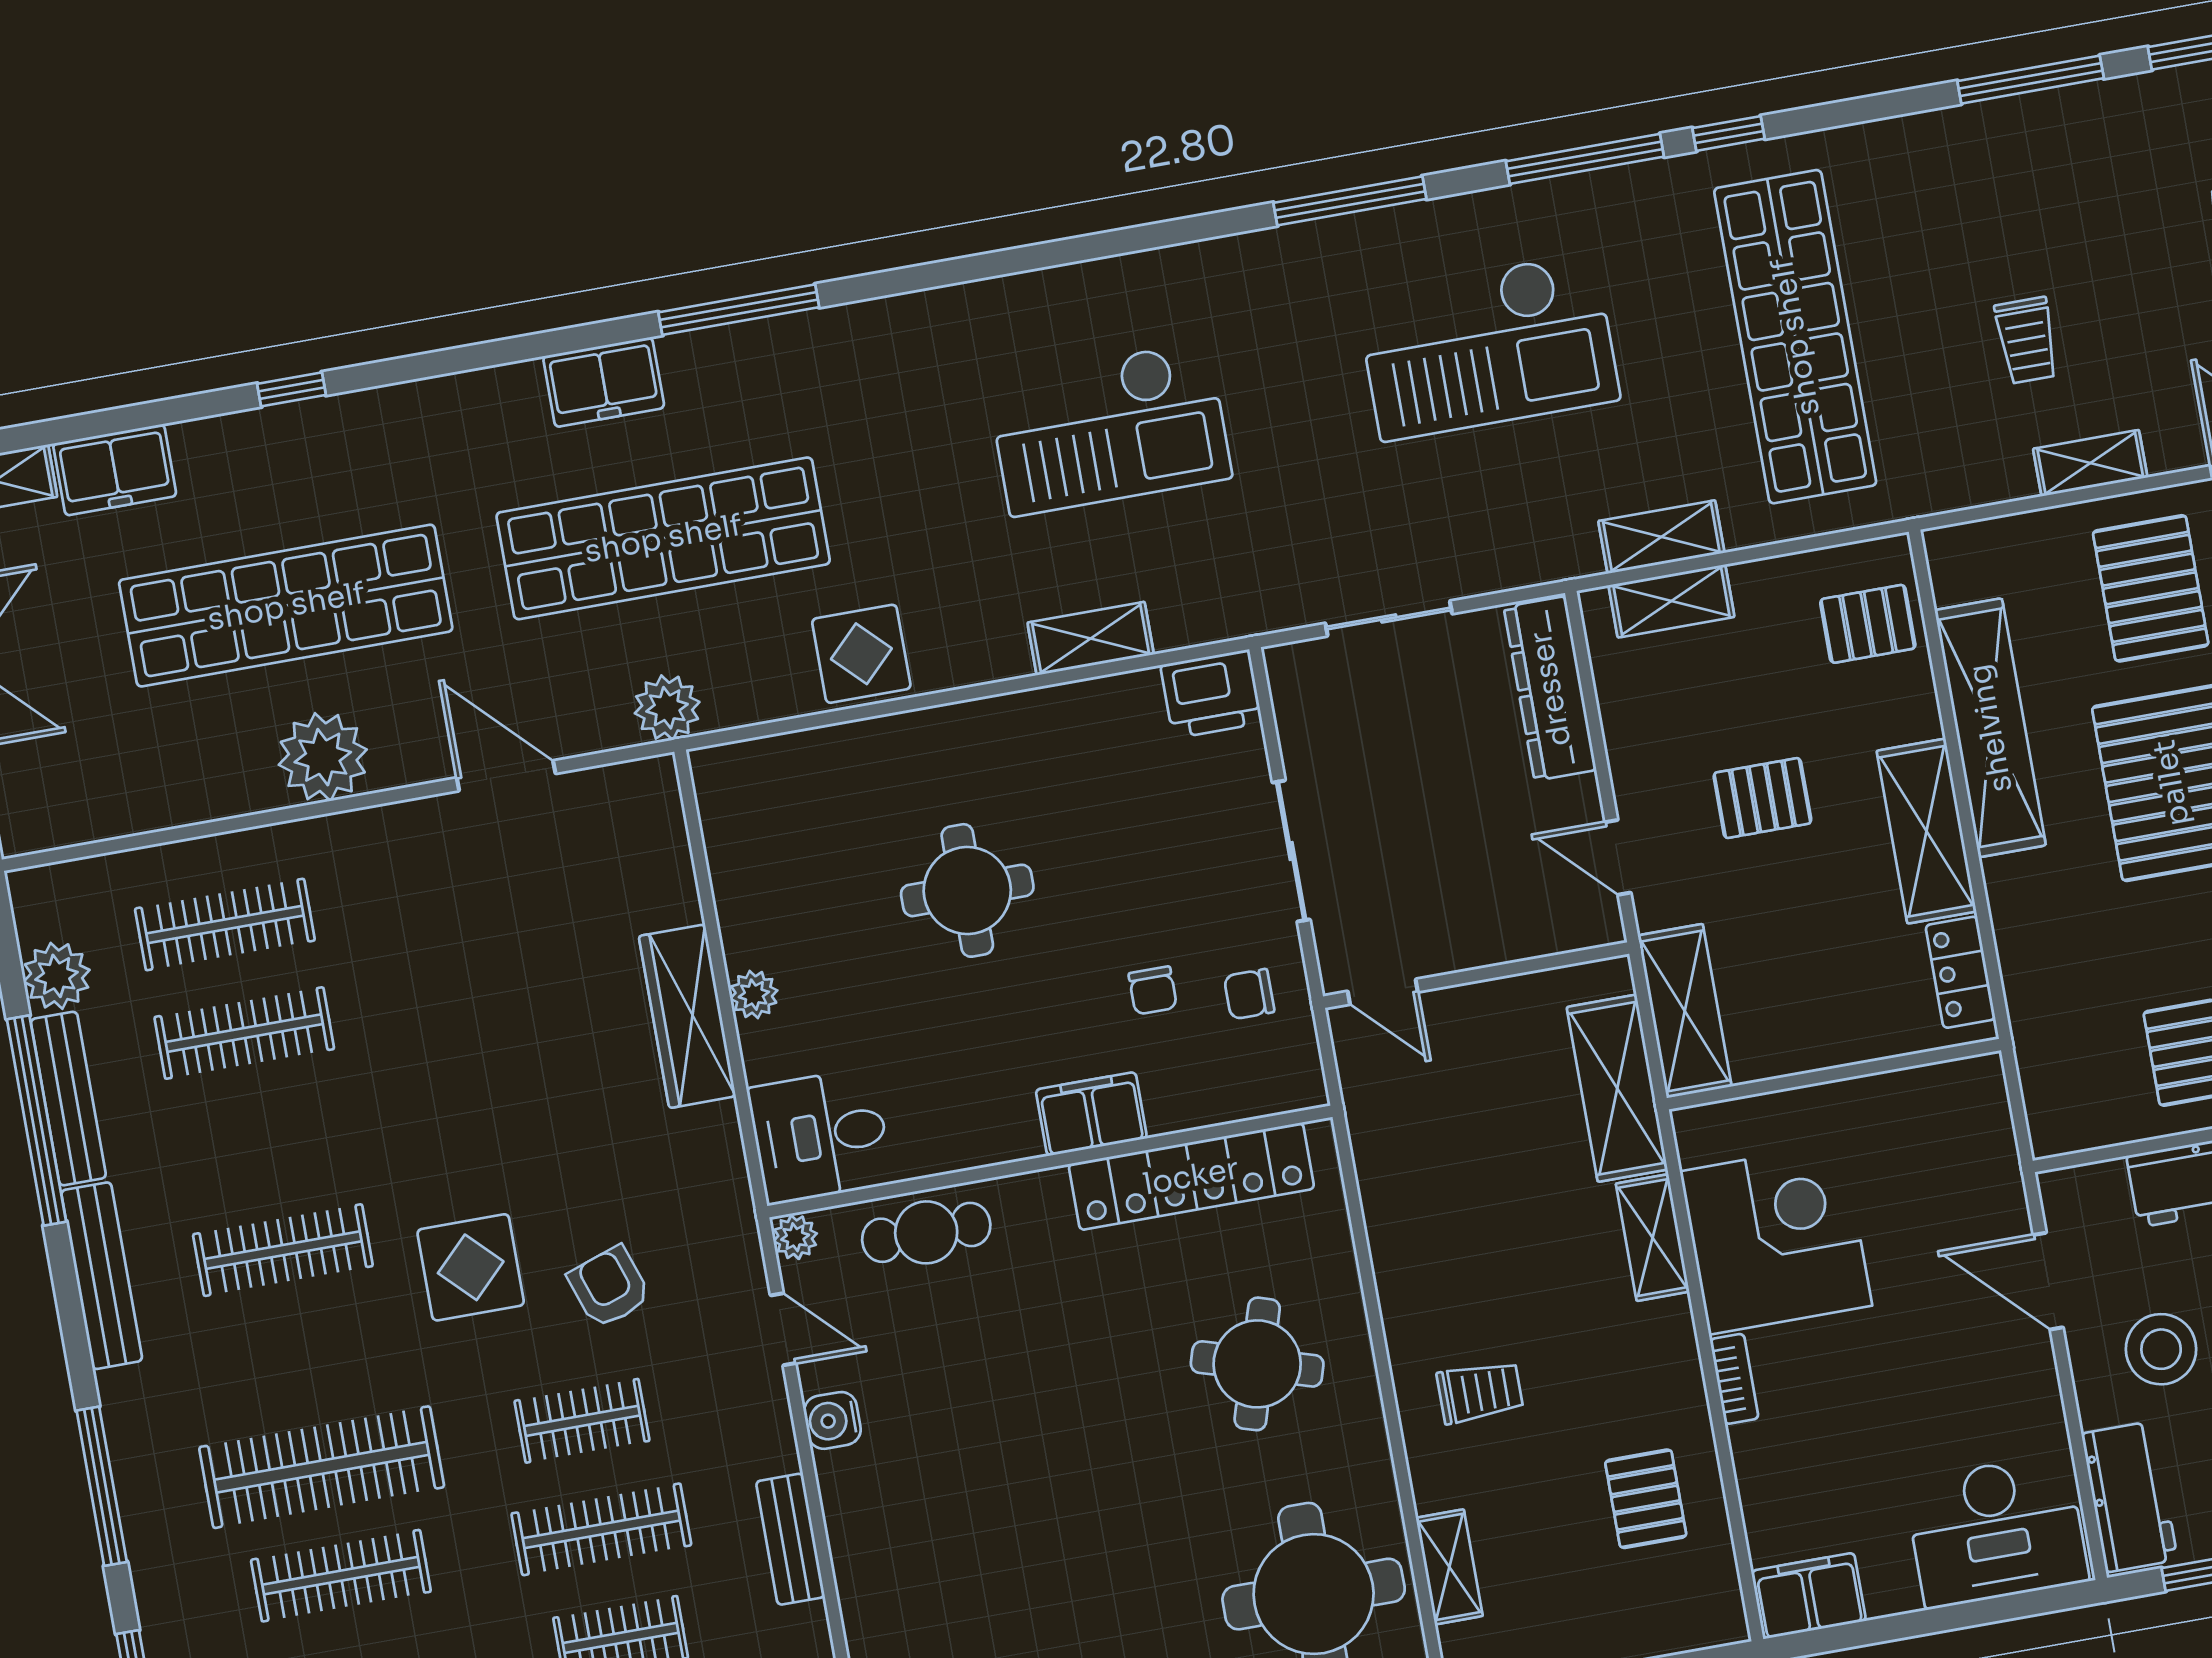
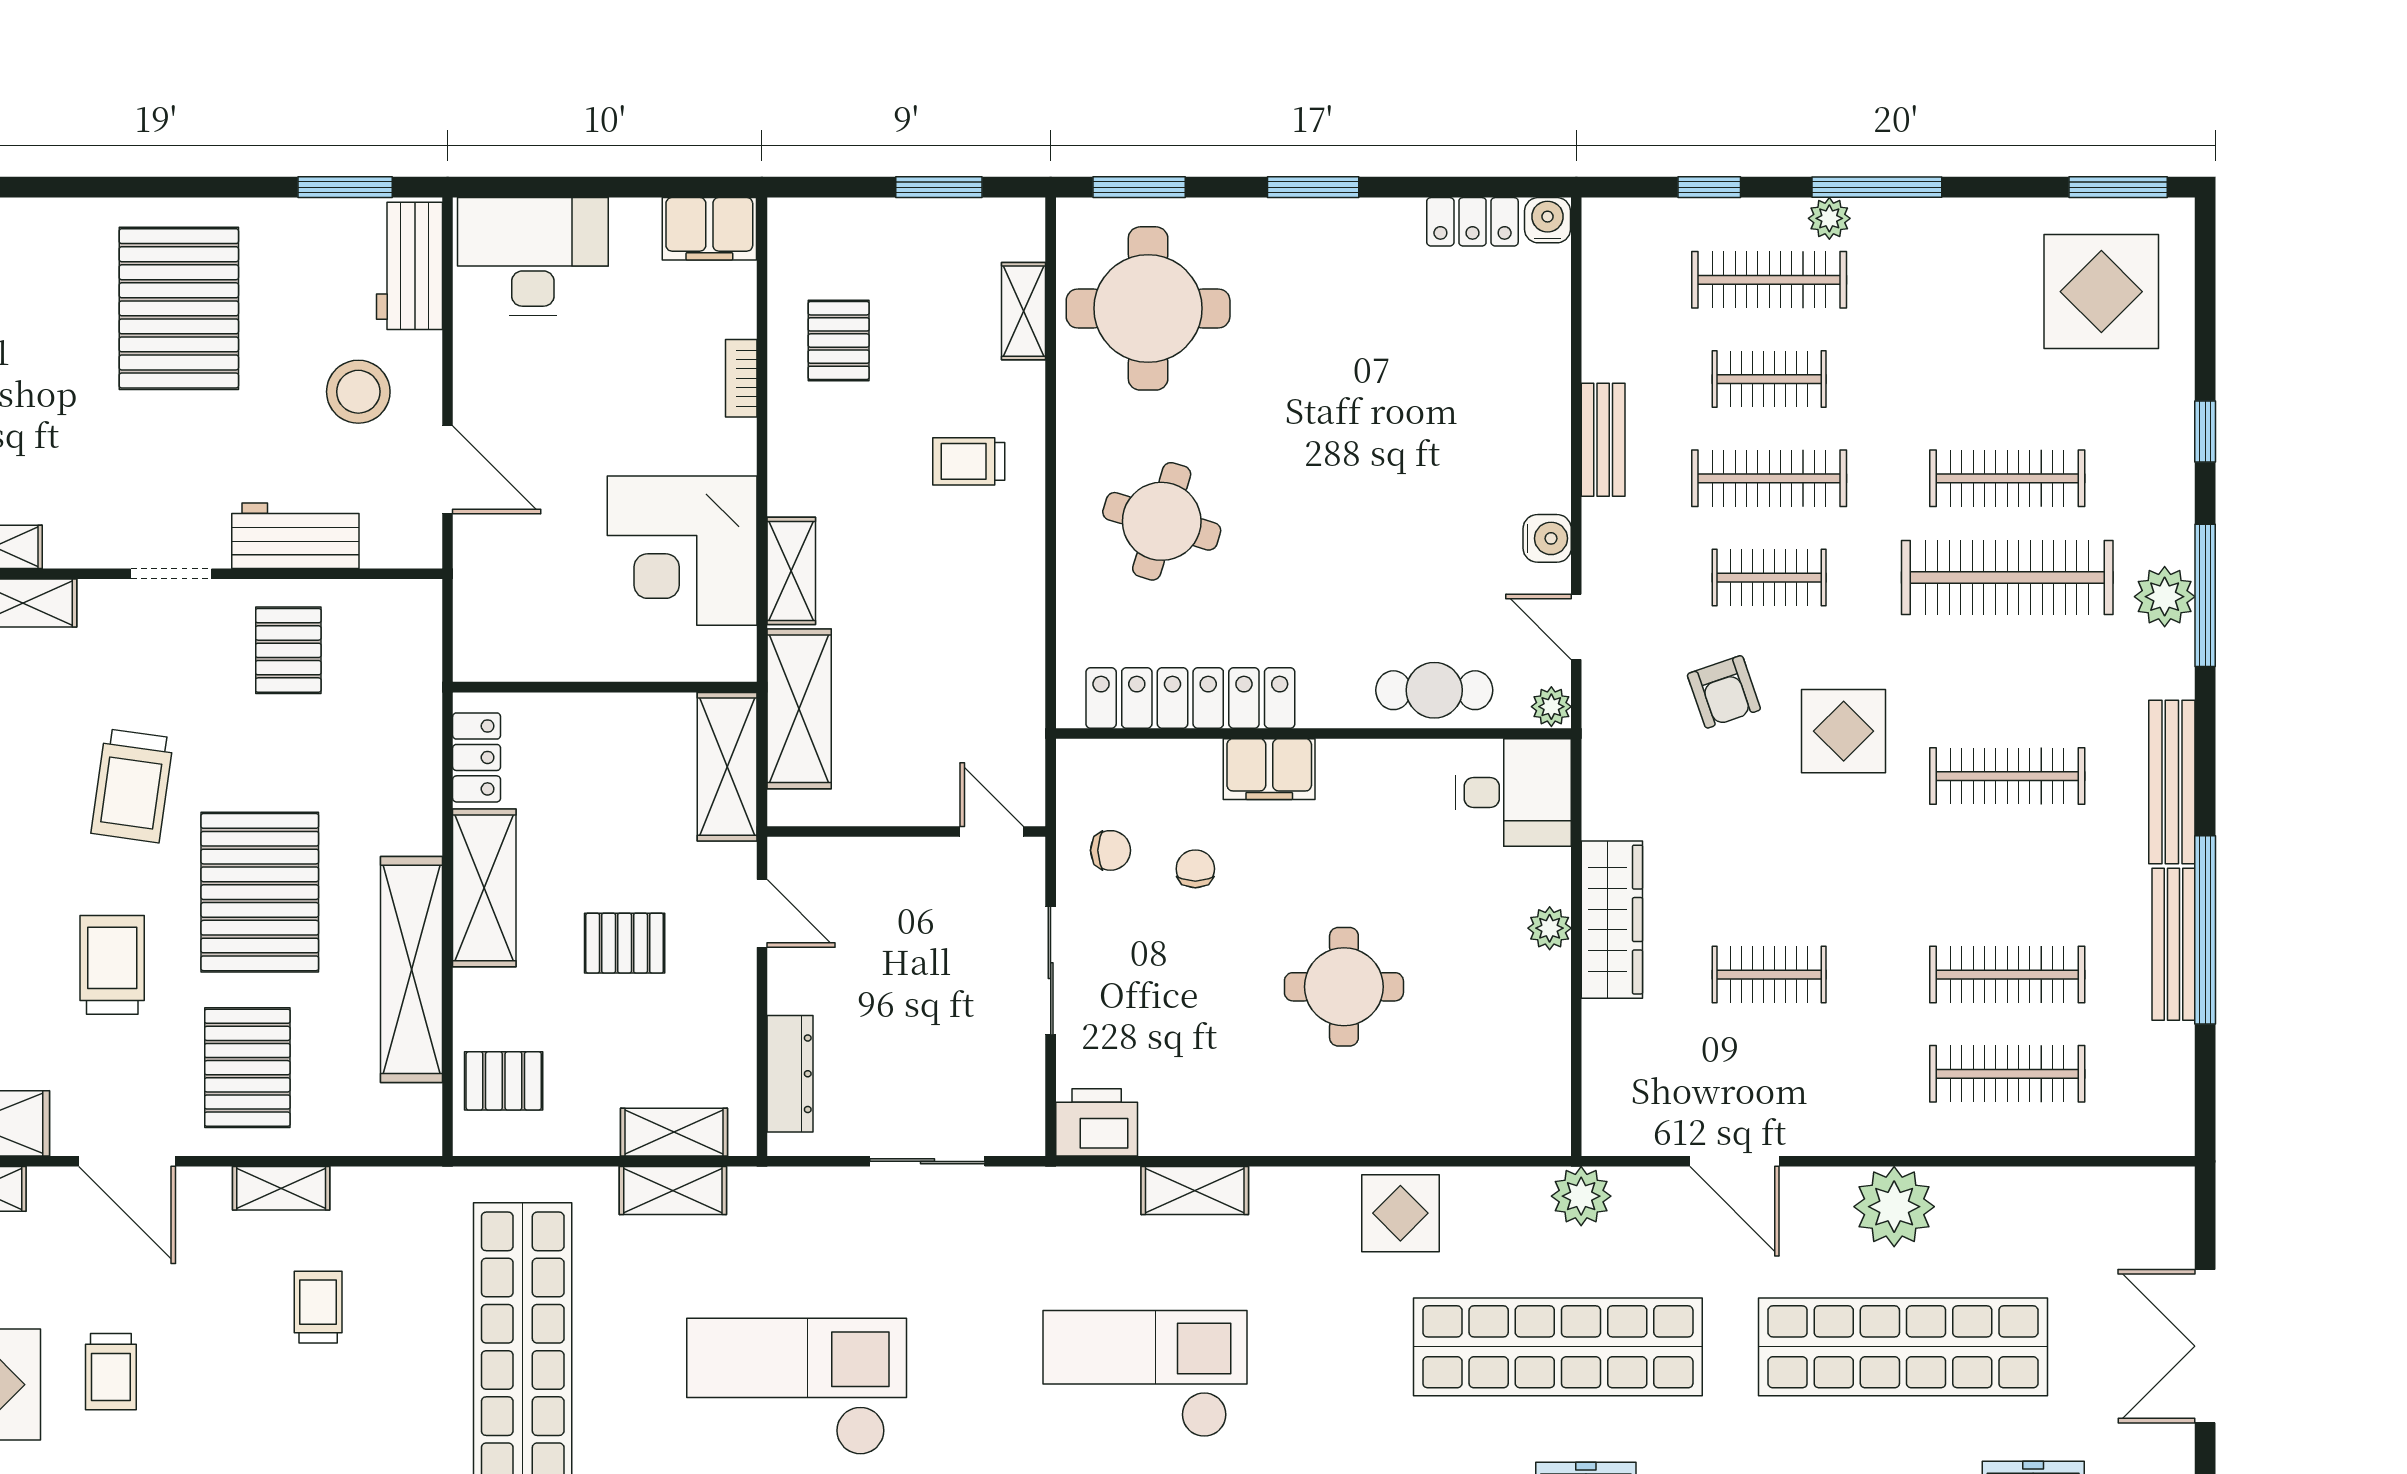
dresser: (1550, 689) -> (790, 1074), width x0.73, depth x0.80
plant: (57, 976) -> (2165, 597), moved
clothes rail: (505, 987) -> (1769, 975), added
bookcase: (1734, 1379) -> (741, 378), moved

